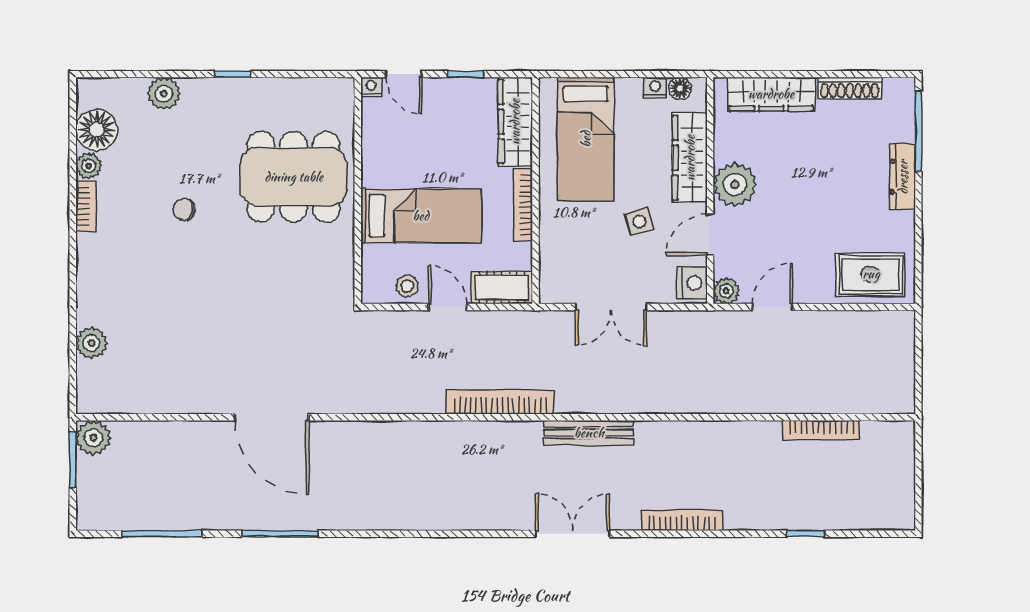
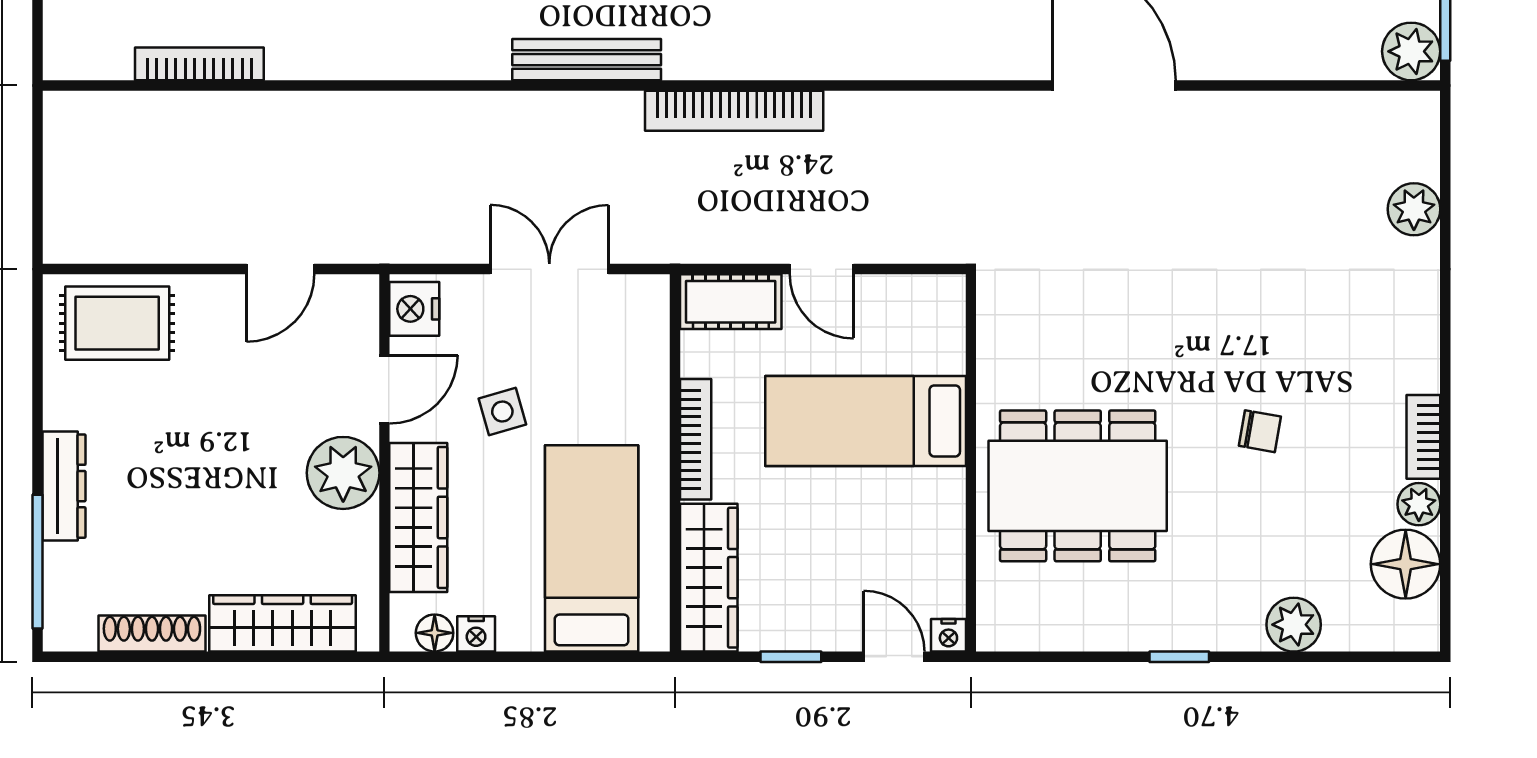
stool: (407, 286) -> (888, 304), removed
plant: (726, 291) -> (357, 296), removed

